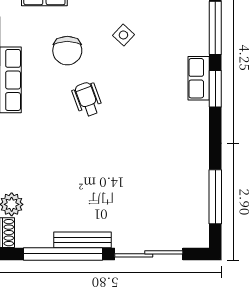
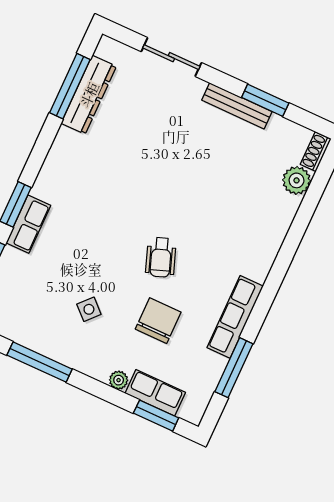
dresser: (198, 197) -> (89, 95), added
window: (63, 254) -> (265, 100), width x0.47
sliding door: (149, 254) -> (171, 57), width x0.73

